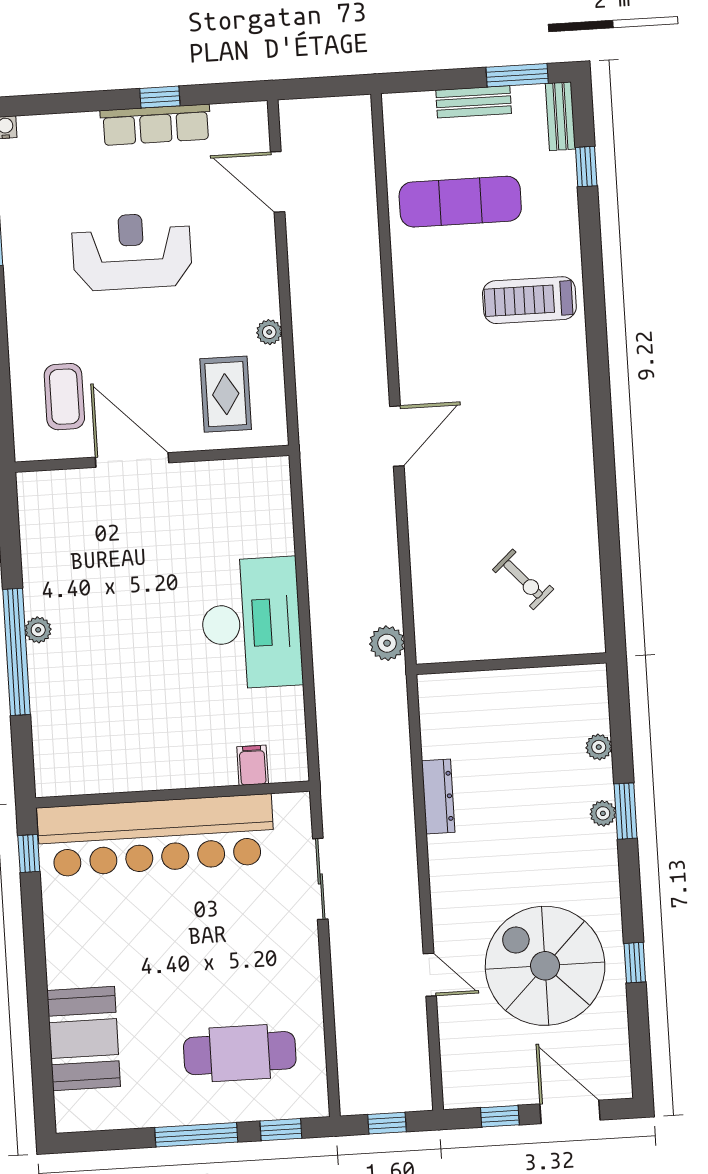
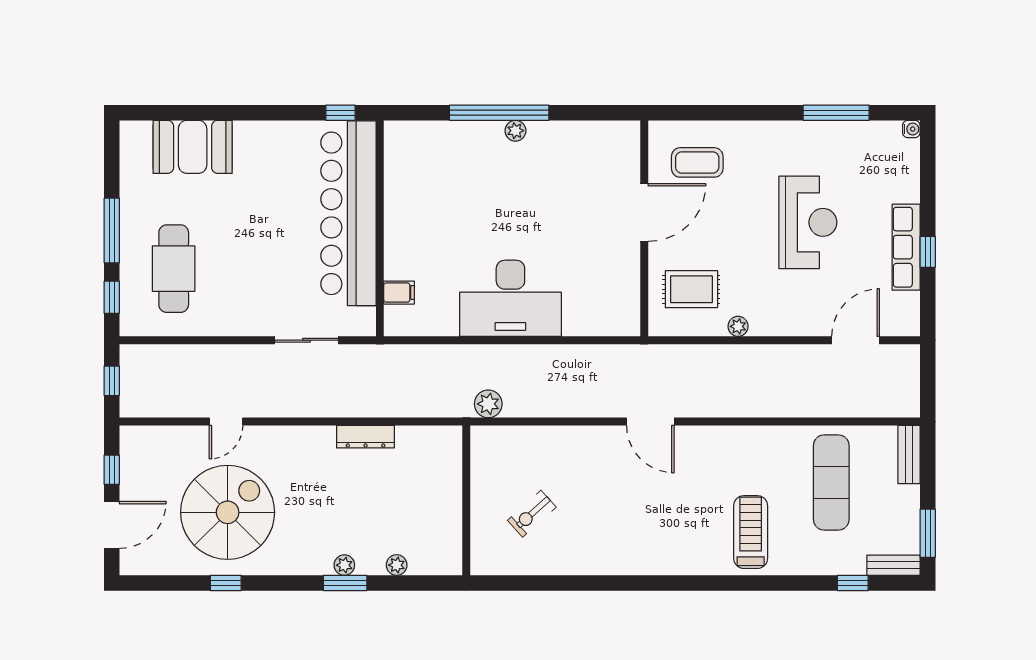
bench: (474, 102) -> (909, 454), moved

